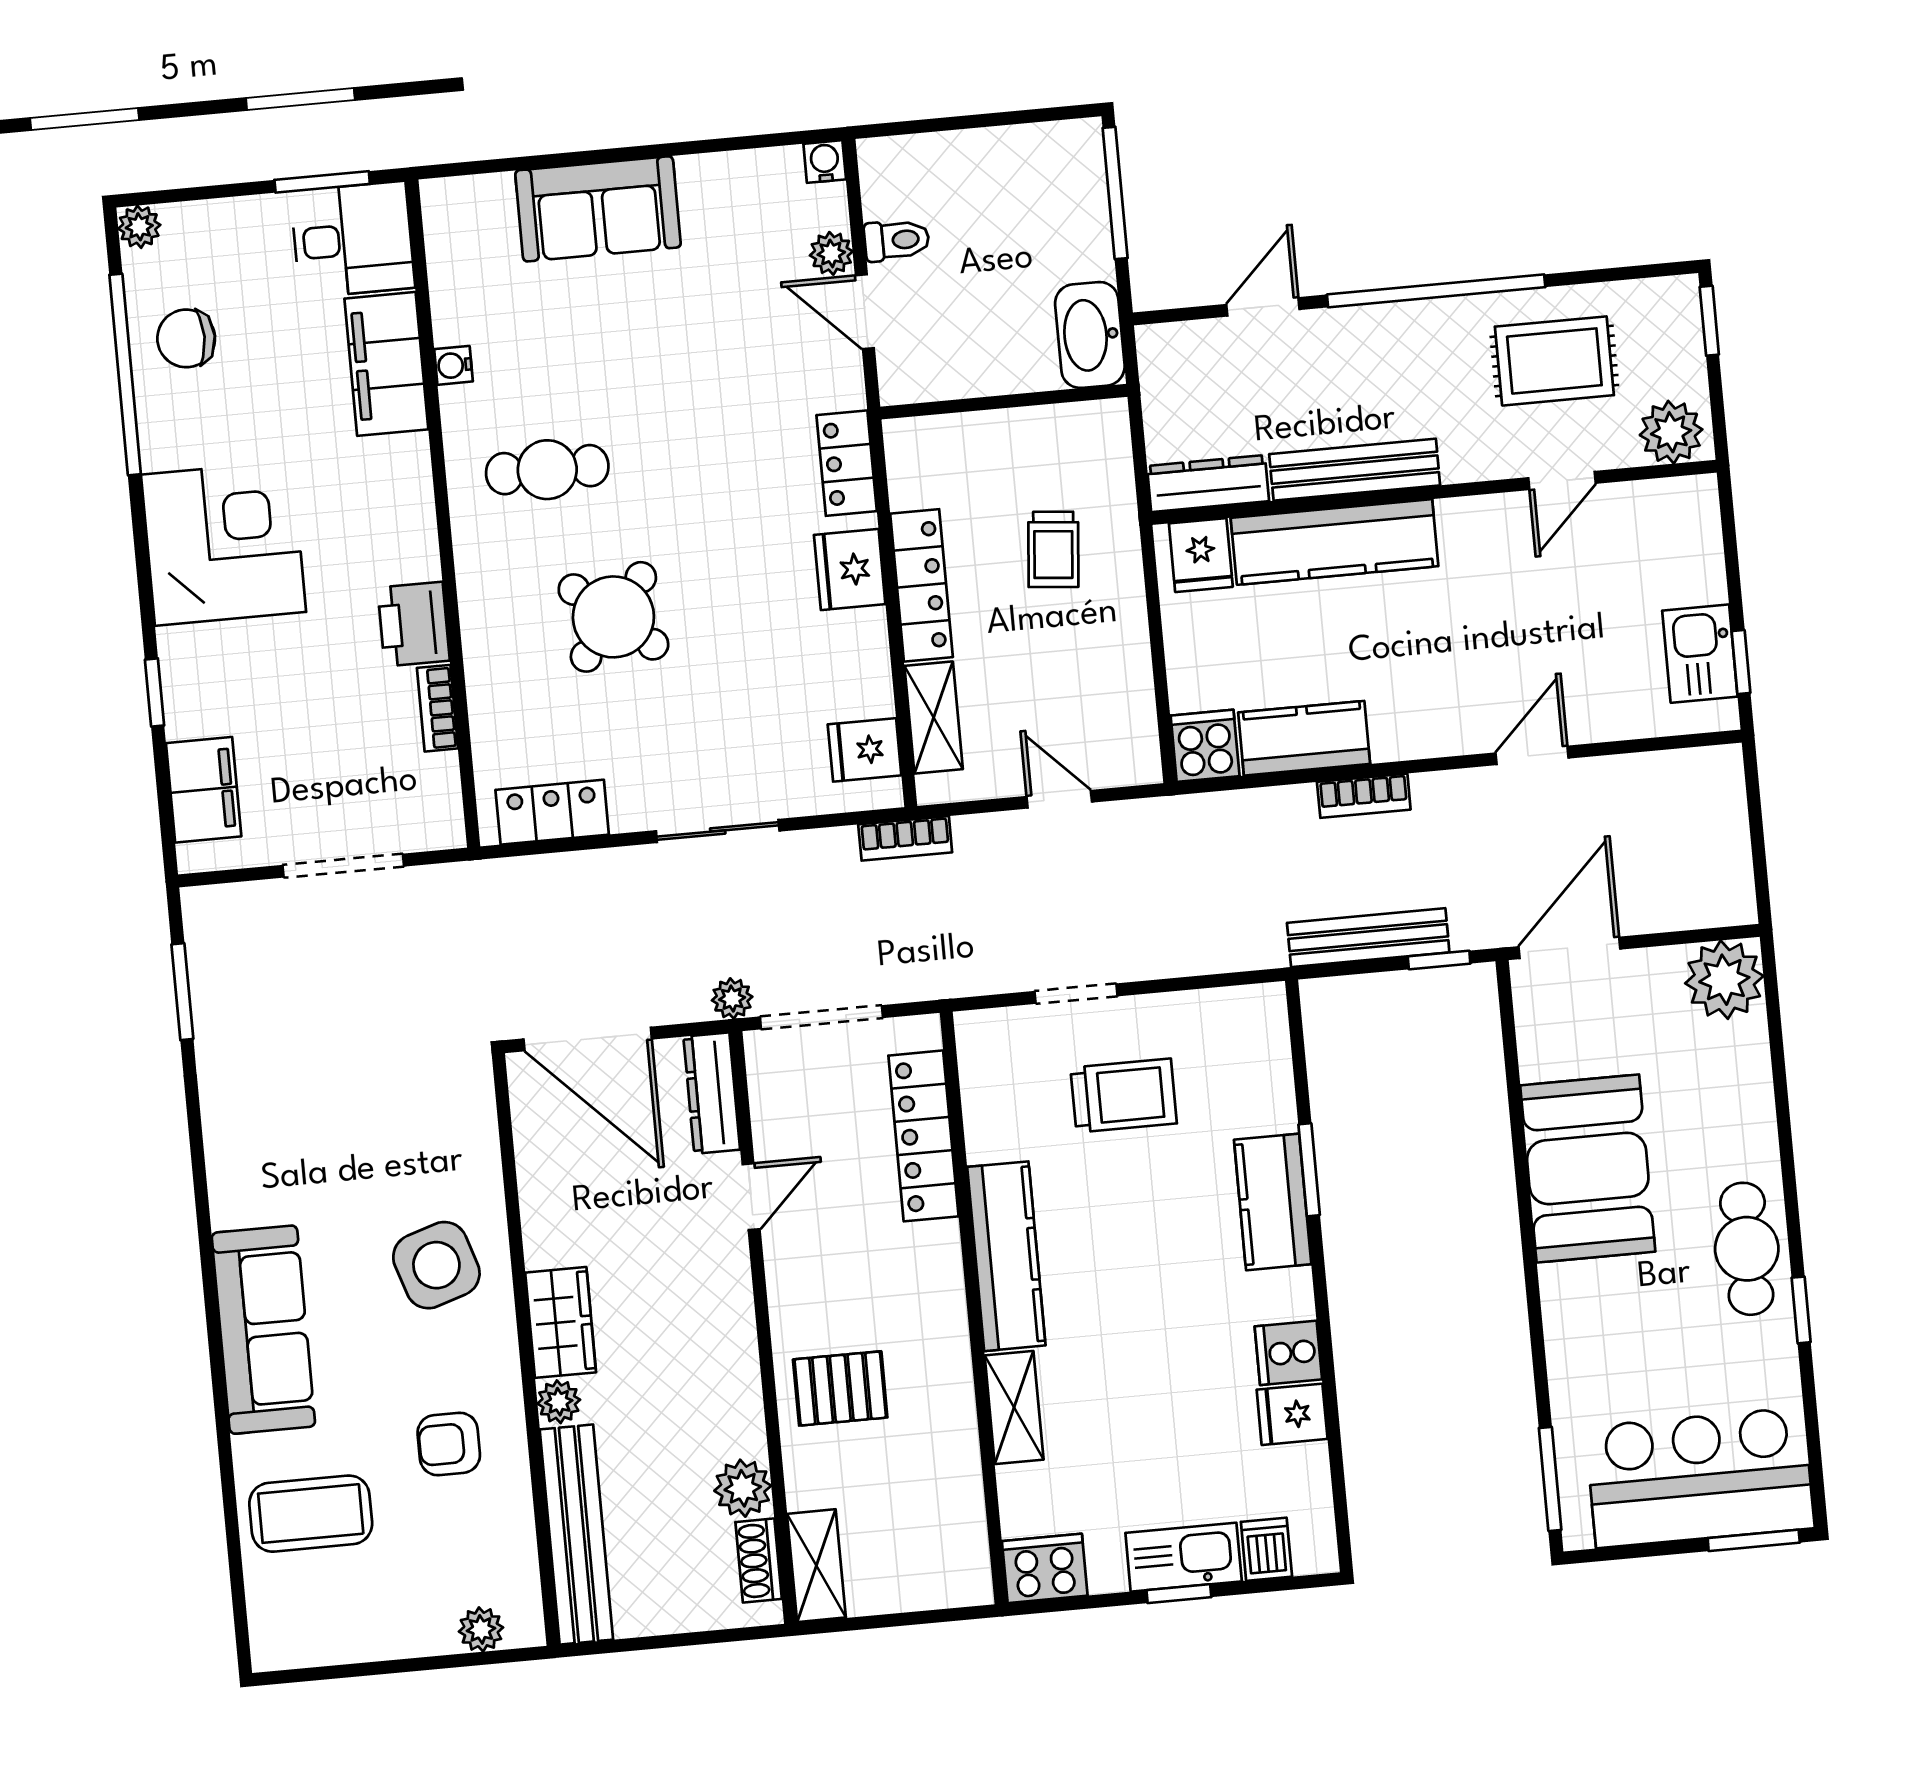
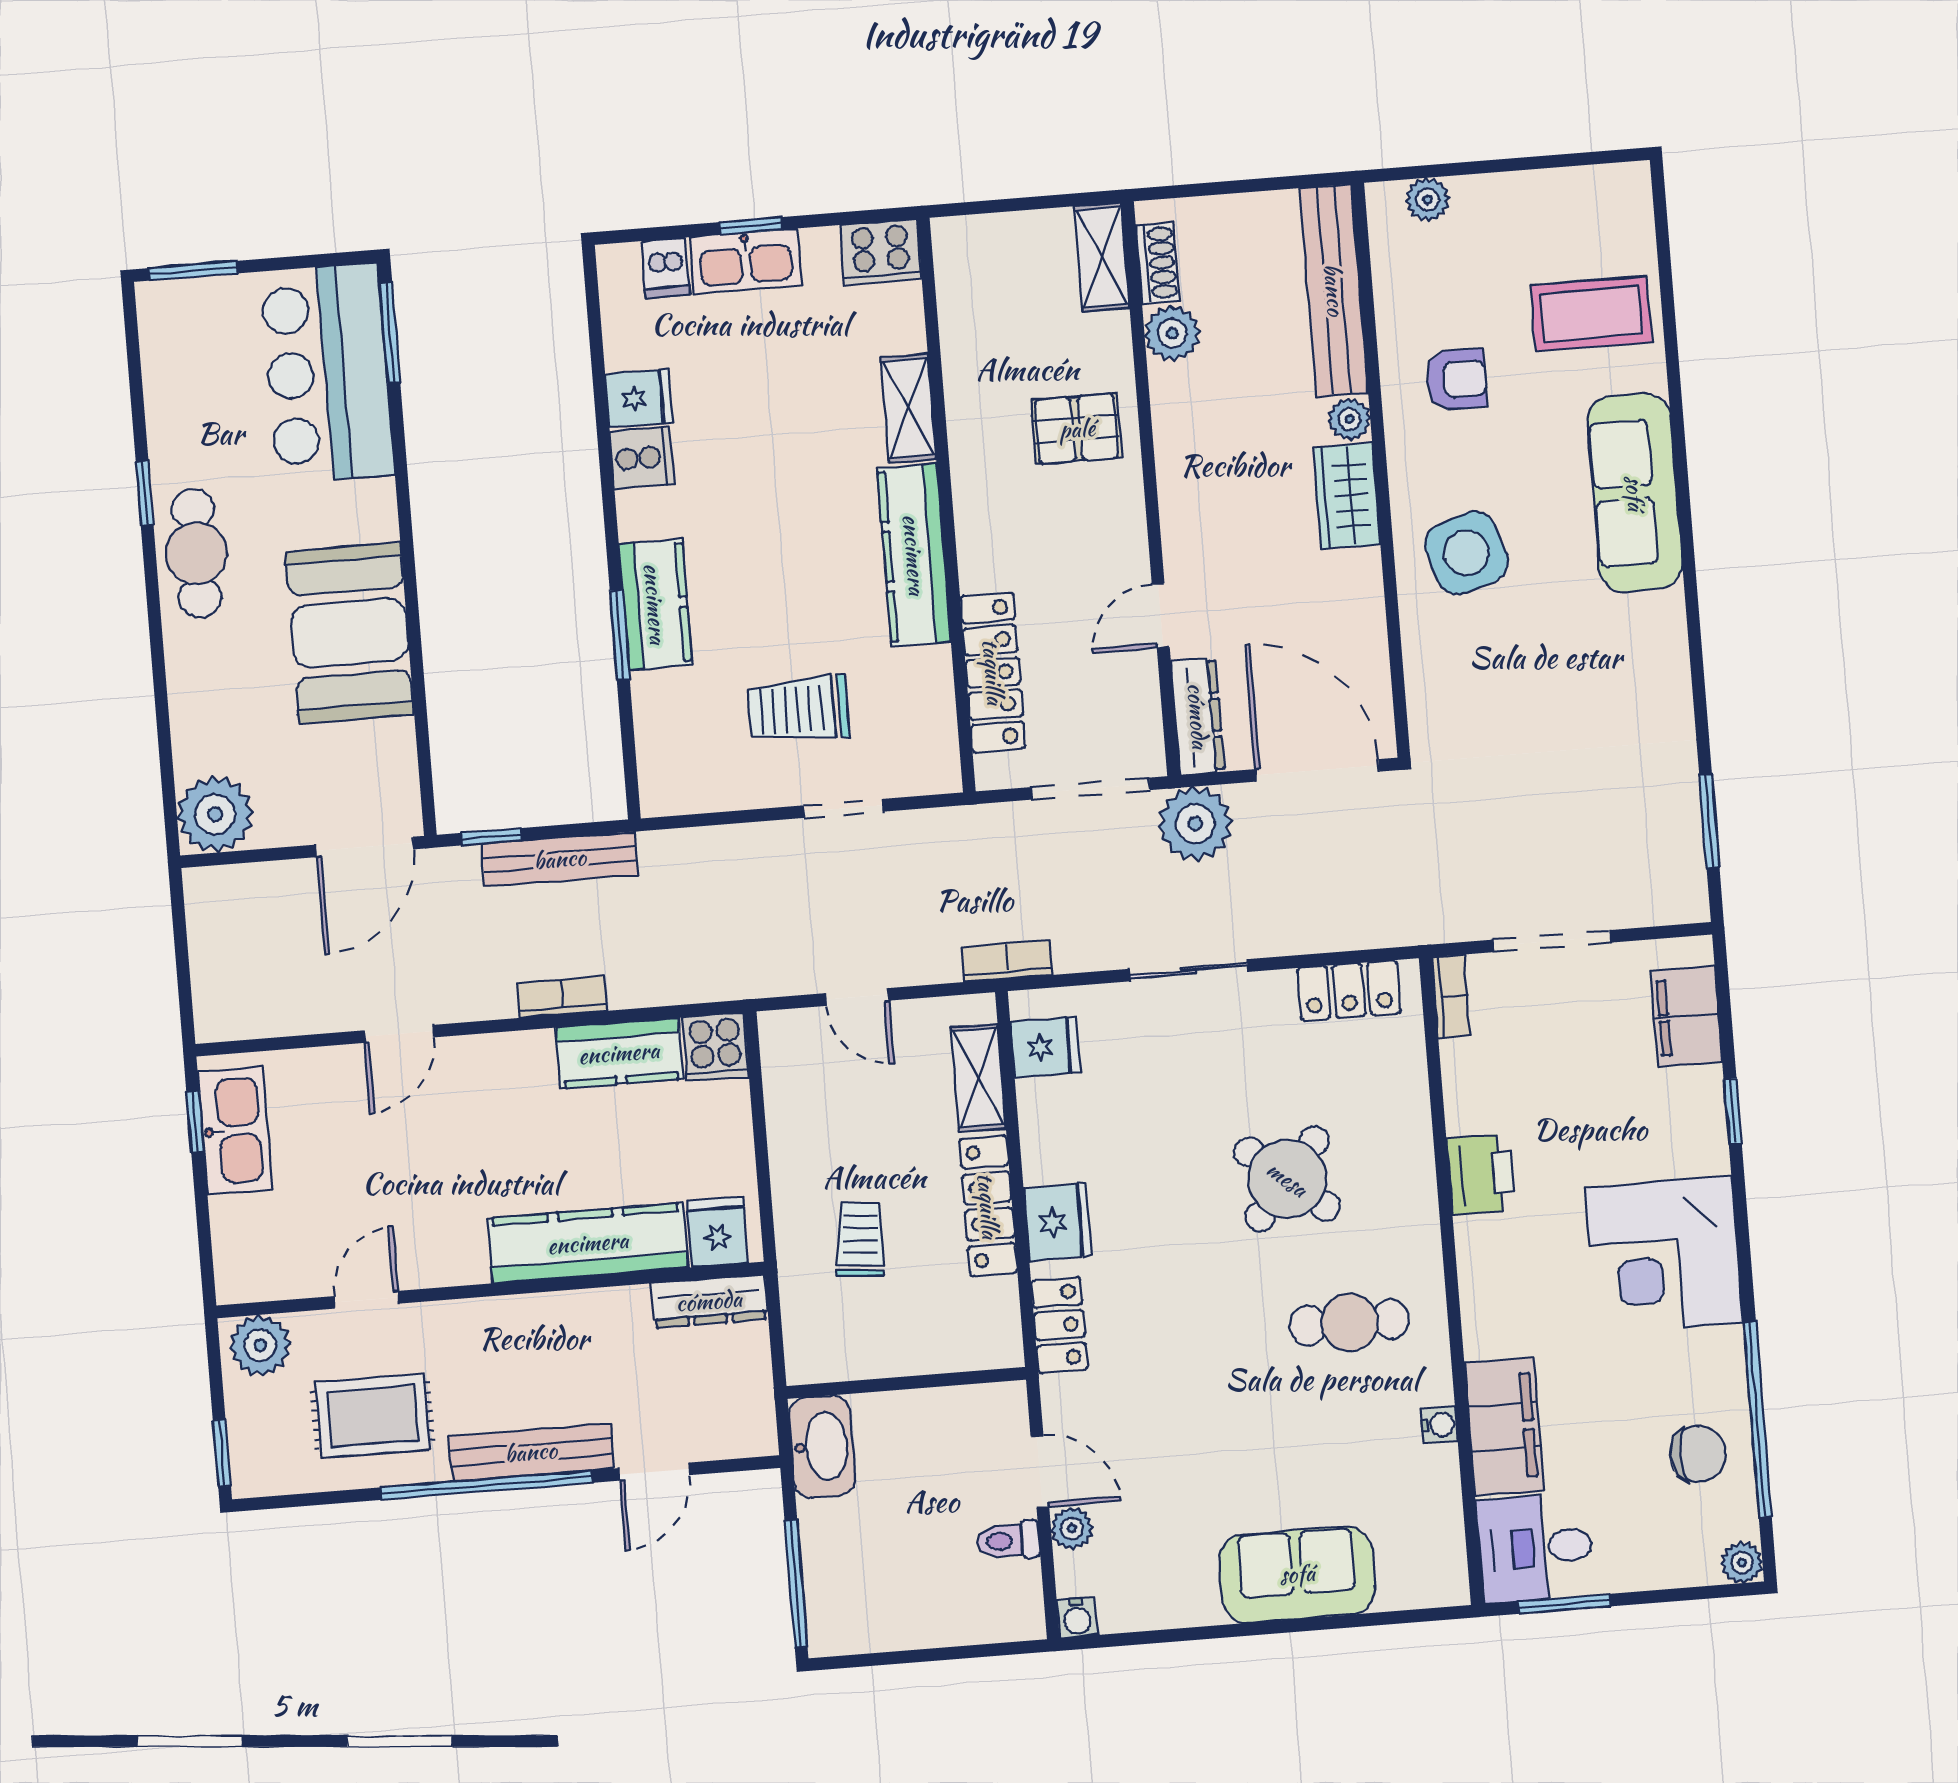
bench: (1355, 470) -> (531, 1452), moved
kitchen sink: (1700, 654) -> (235, 1131), width x1.38
bookcase: (437, 708) -> (1451, 996), moved
plant: (732, 999) -> (1195, 824), width x1.88, depth x1.88
bar counter: (1700, 1478) -> (327, 373), moved, turned 90

